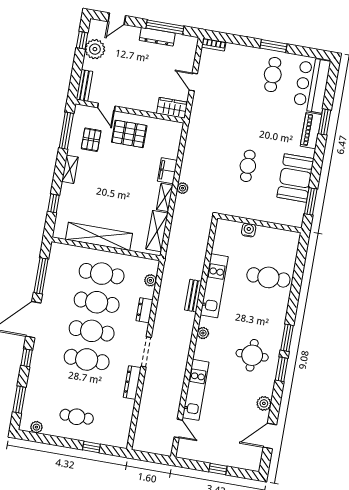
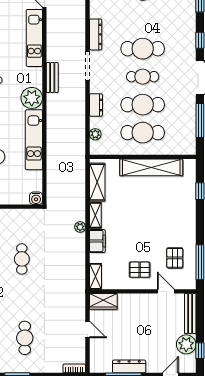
cafe table: (273, 75) -> (25, 338), moved
bench: (84, 85) -> (190, 314), width x1.36
pallet: (129, 134) -> (140, 270), width x0.67, depth x0.71
shelving: (70, 169) -> (95, 276), moved
water cooler: (249, 230) -> (36, 198), moved
bench: (193, 296) -> (52, 77), moved
cafe table: (92, 331) -> (143, 77), width x0.73, depth x0.74
plant: (203, 333) -> (32, 98), width x1.87, depth x1.87

